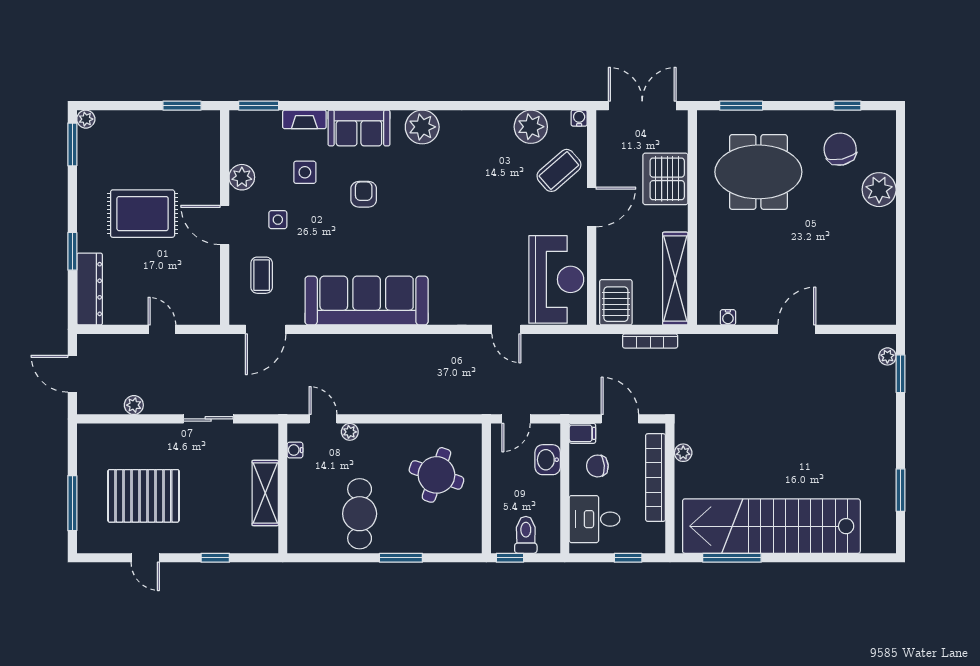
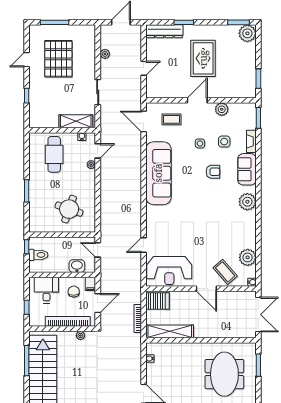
plant: (86, 119) -> (247, 33), width x1.88, depth x1.88
server rack: (665, 179) -> (221, 326), removed
side table: (278, 220) -> (200, 143), moved
shelving: (265, 493) -> (76, 121), moved
cafe table: (360, 514) -> (54, 154), moved, turned 90

